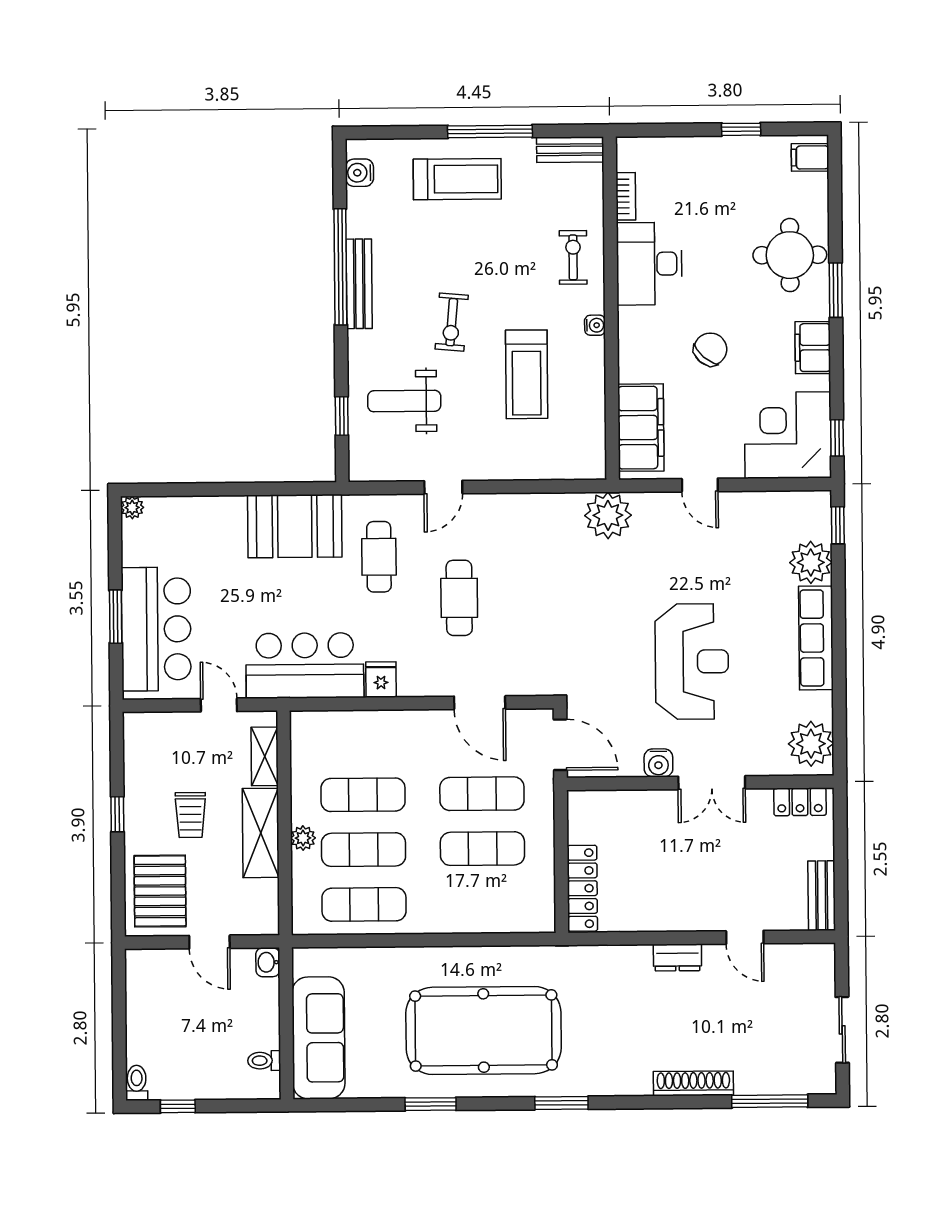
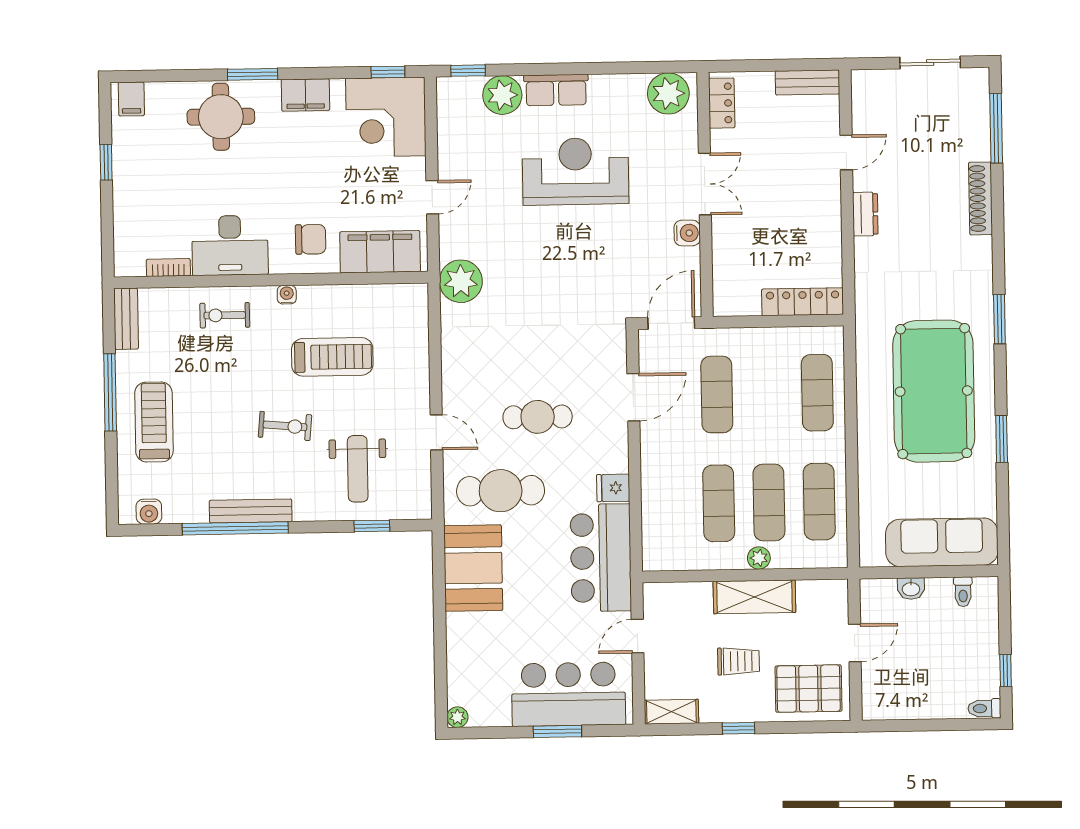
chair: (710, 349) -> (311, 239), moved, turned 139
cafe table: (379, 557) -> (501, 491), width x1.37, depth x1.35
row of seats: (816, 638) -> (556, 90), width x0.68
reception desk: (692, 662) -> (575, 171), moved
shelving: (265, 756) -> (671, 712), moved
exercise mat: (482, 849) -> (817, 393), moved
washbasin: (268, 962) -> (911, 589), moved

